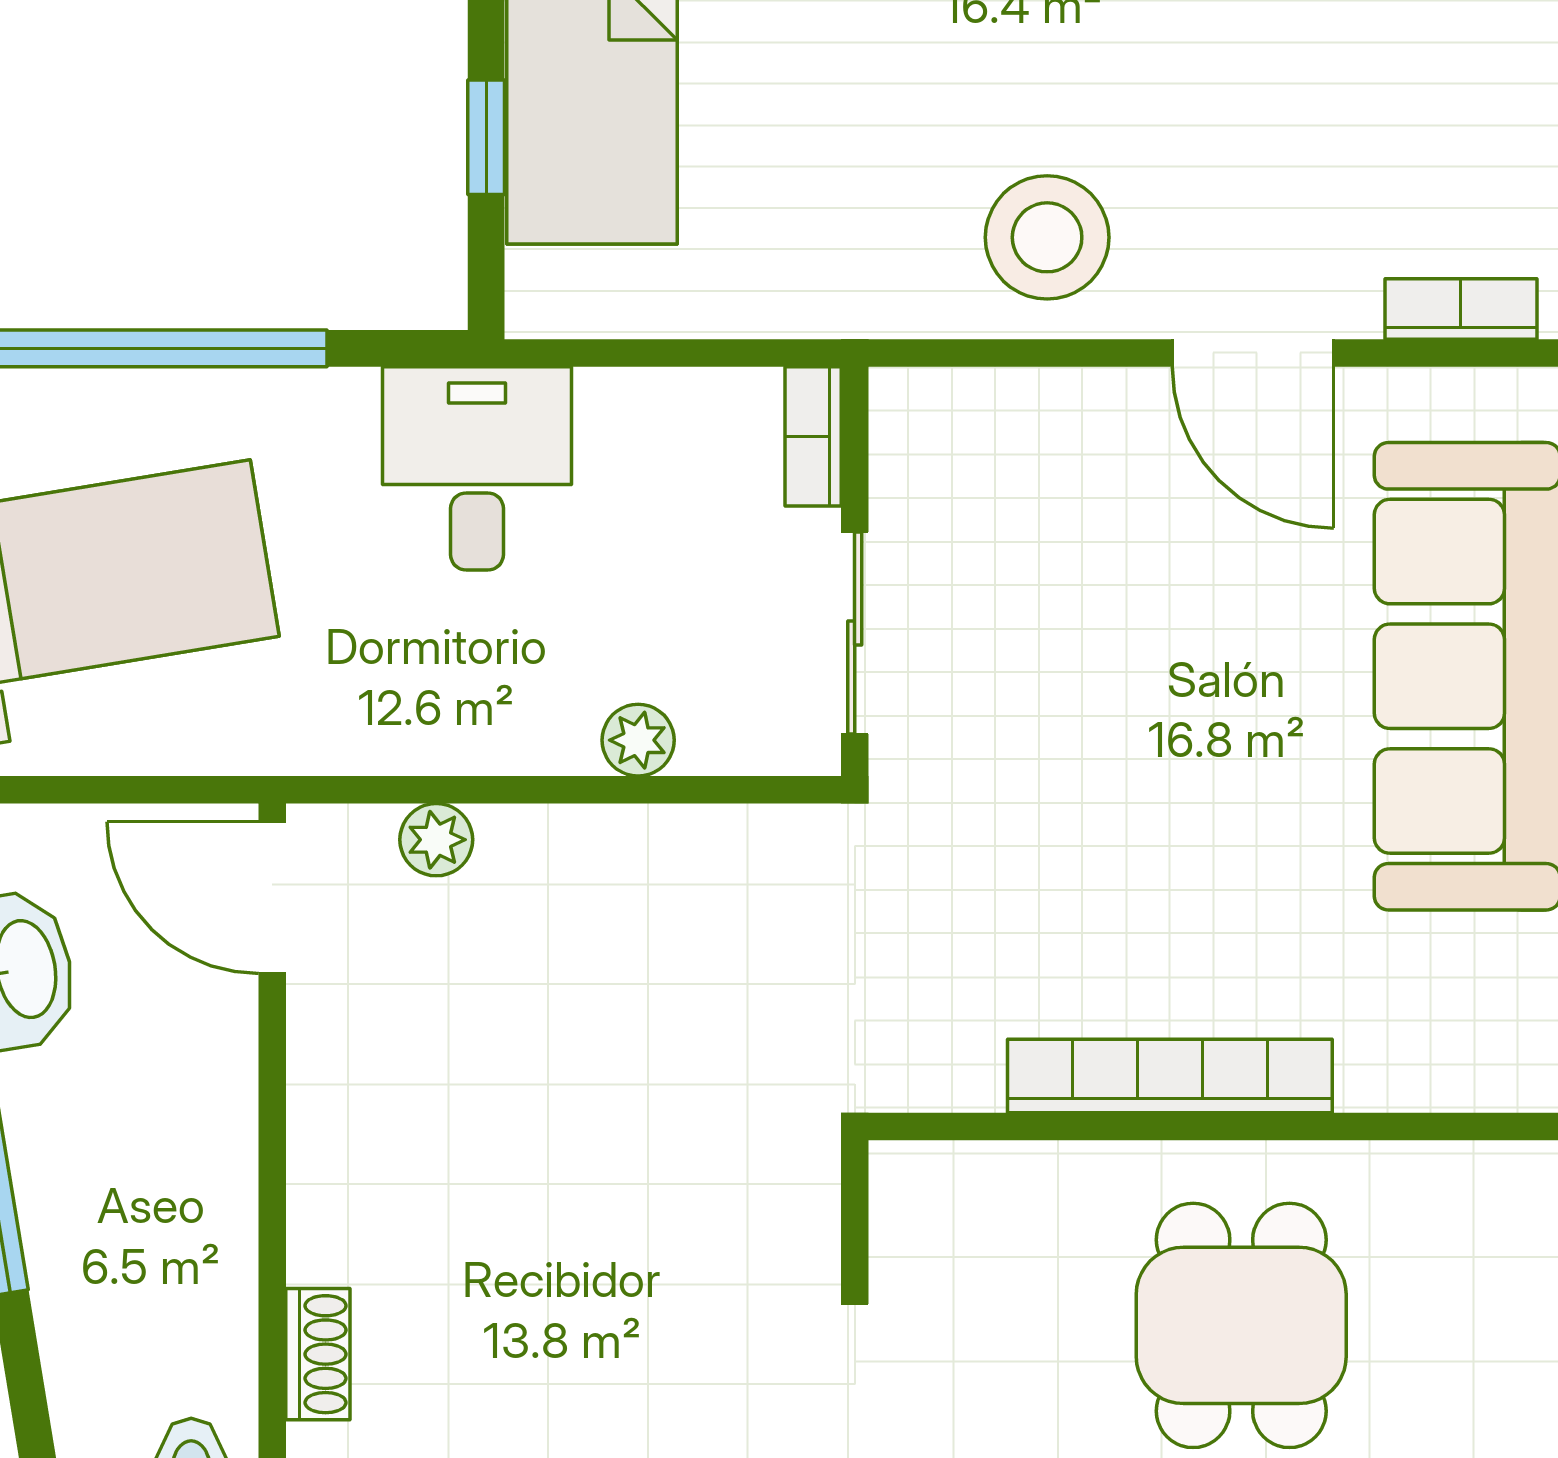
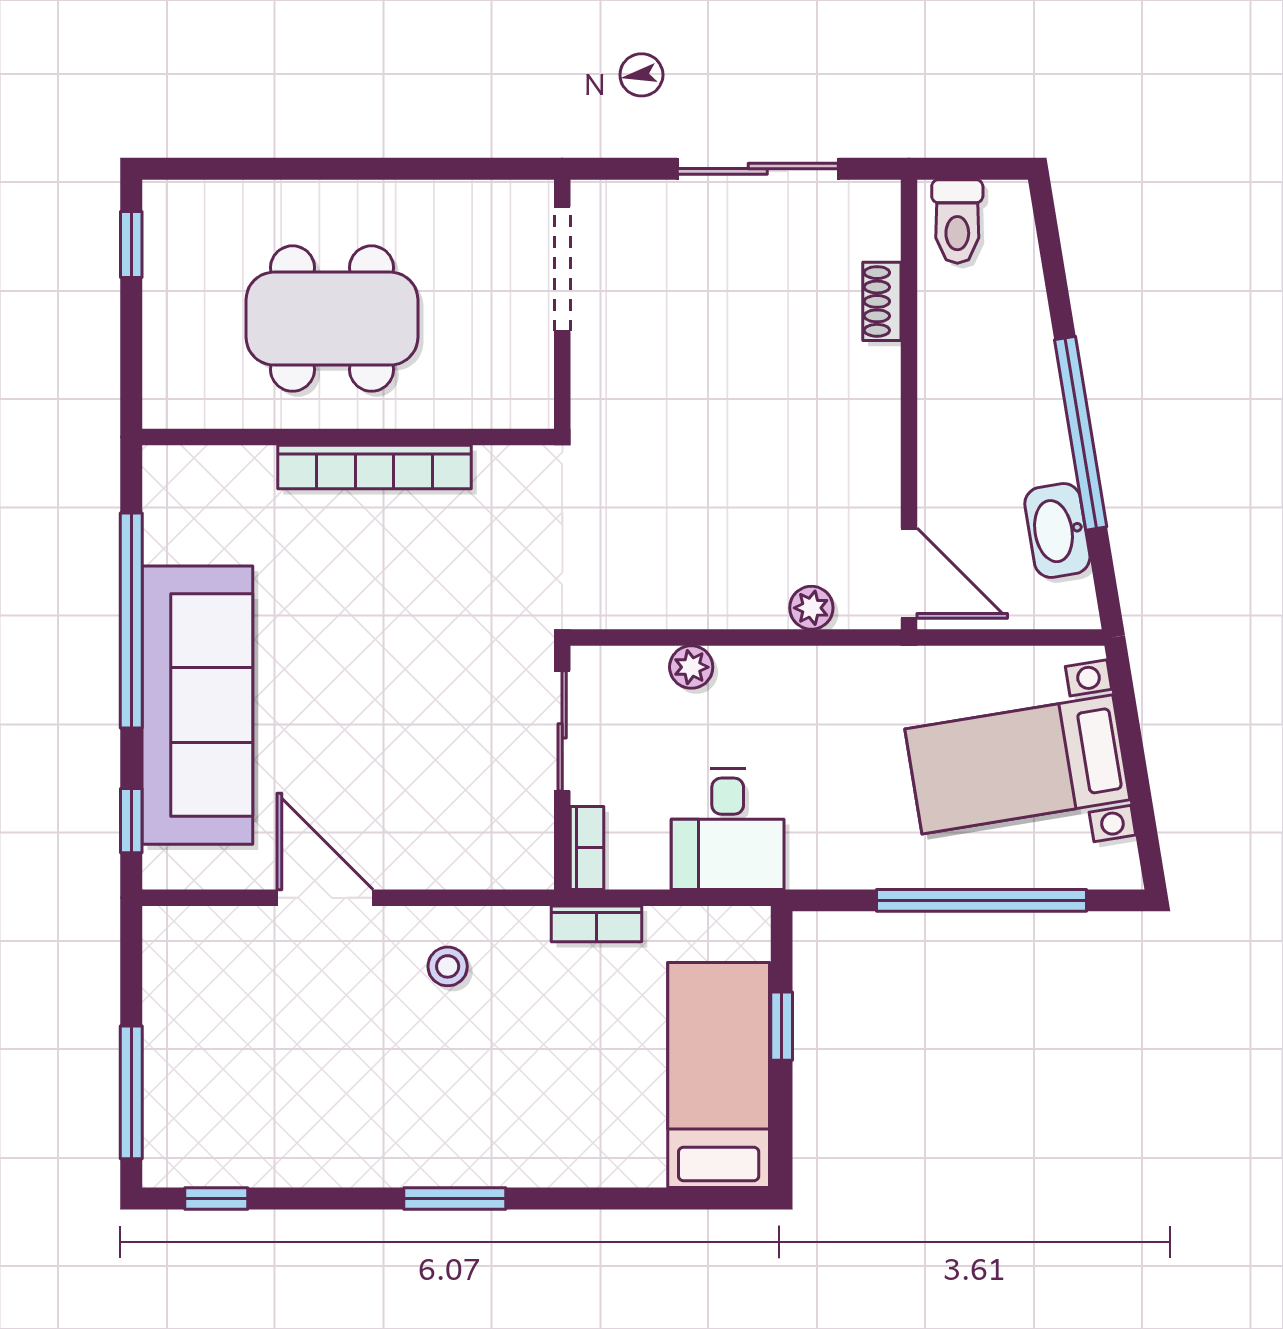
stool: (1047, 237) -> (448, 966), width x0.53, depth x0.53
bookcase: (1461, 309) -> (596, 924), moved
desk: (477, 468) -> (728, 829), moved
dining table: (1241, 1325) -> (332, 319), width x1.37

